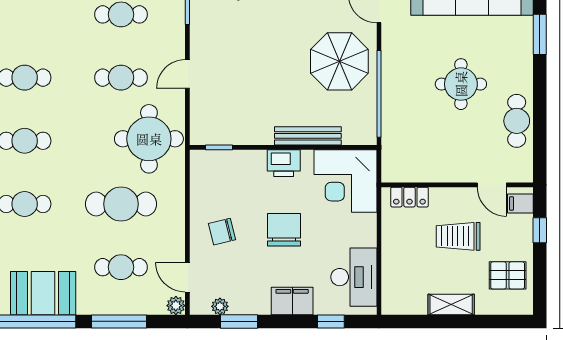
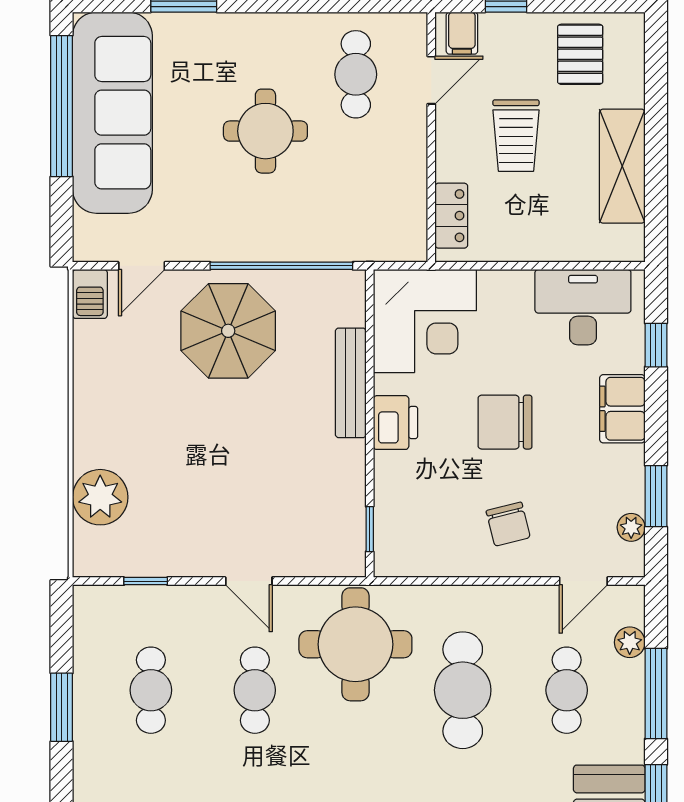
cafe table: (517, 121) -> (356, 74), moved, turned 90
shelving: (451, 304) -> (622, 166), width x1.50, depth x1.33
plant: (176, 306) -> (630, 642), moved

